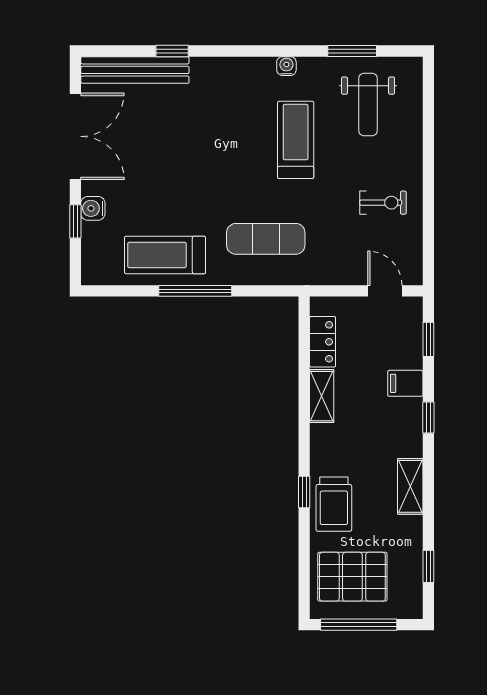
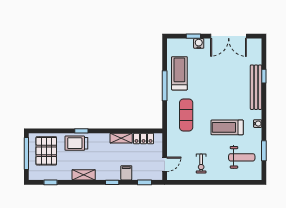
bench: (135, 70) -> (256, 87), moved
weight bench: (368, 104) -> (242, 157), turned 180
treadmill: (296, 140) -> (227, 127), turned 180

